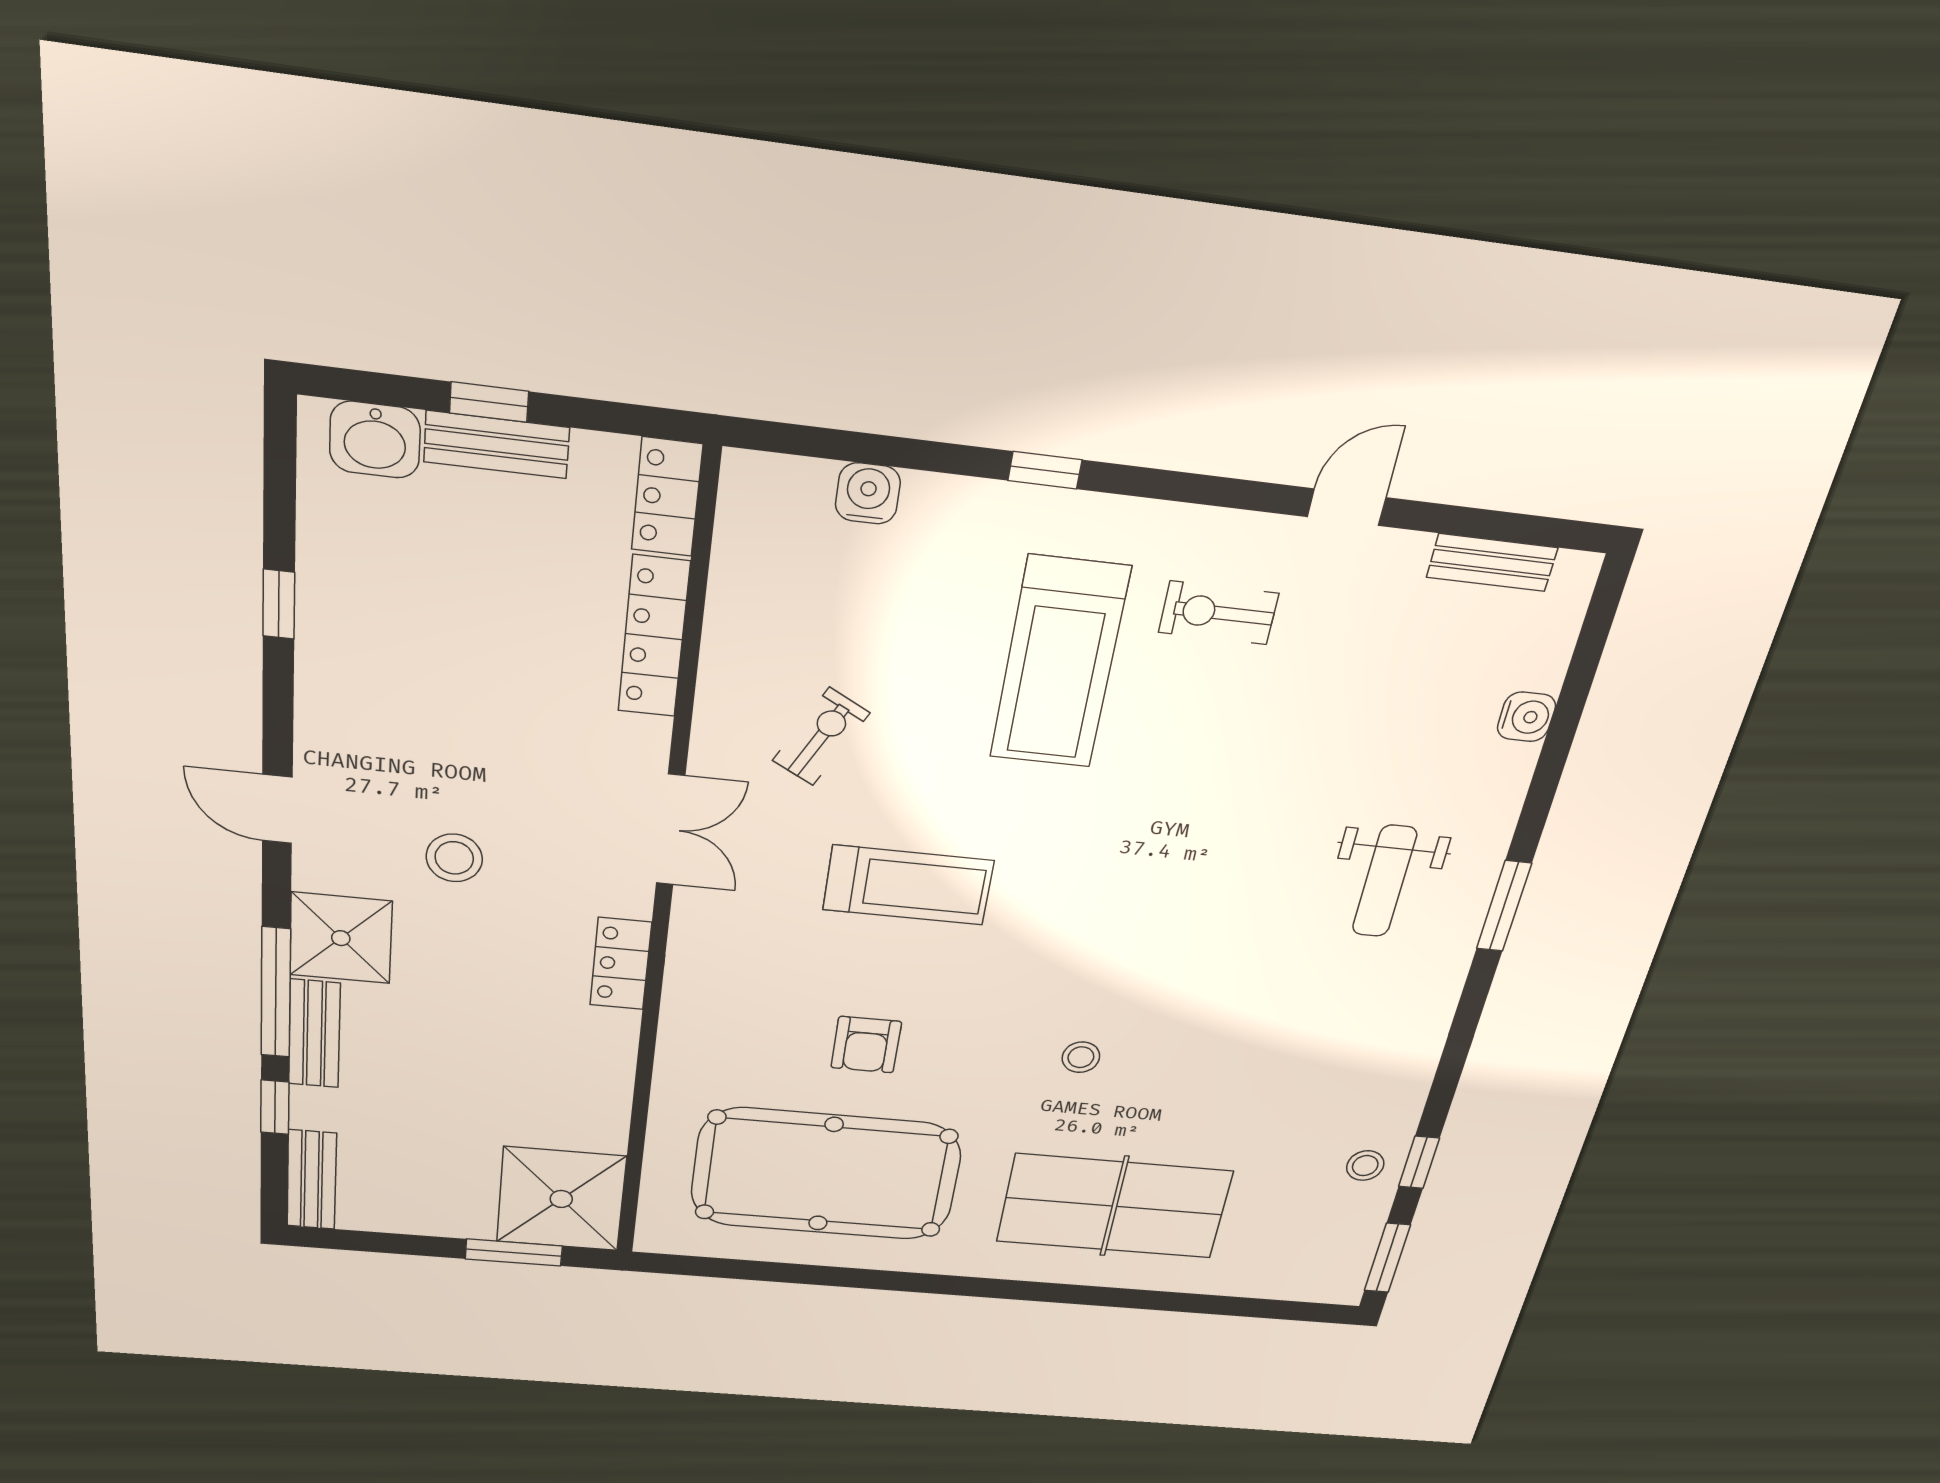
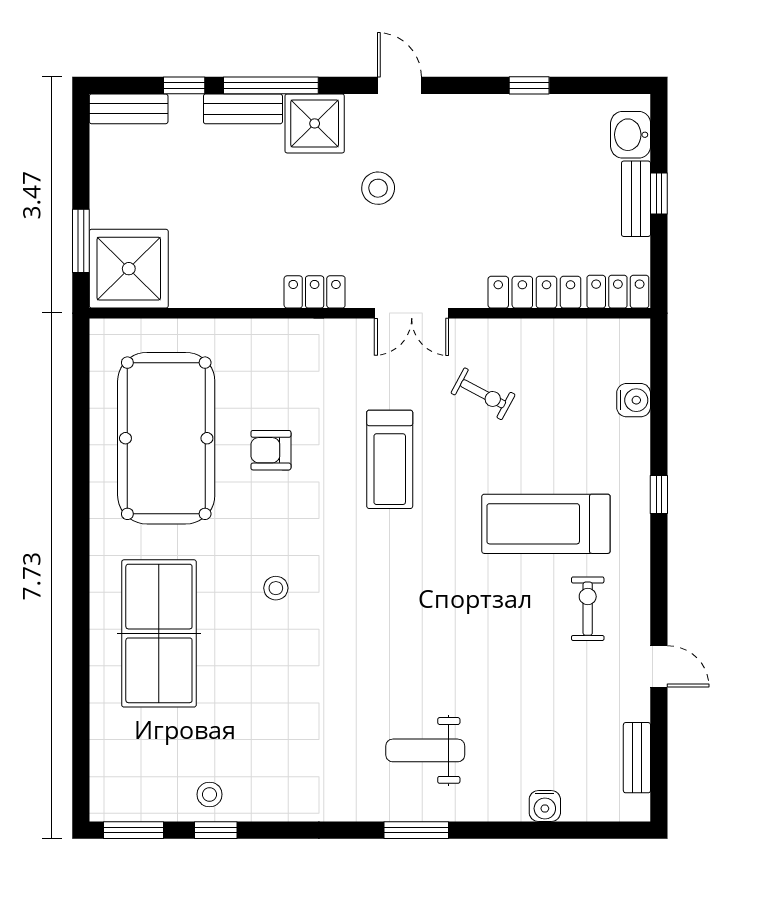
door: (277, 809) -> (399, 85), hinge flipped

